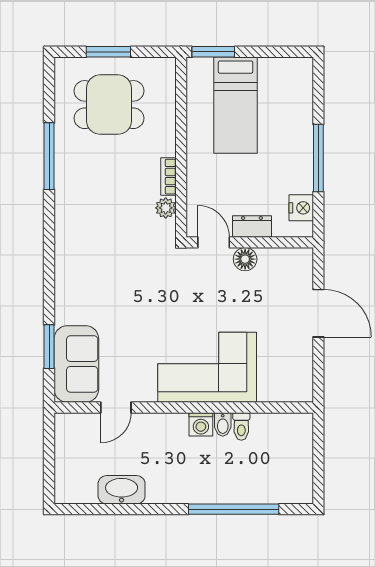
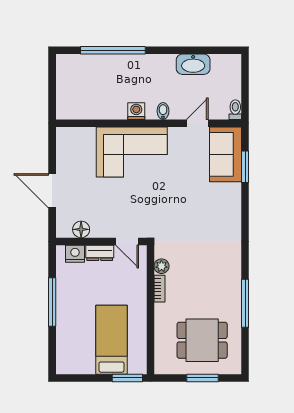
nightstand: (301, 208) -> (75, 254), moved, turned 90
floor lamp: (245, 259) -> (81, 229), moved
bidet: (223, 424) -> (163, 111), moved
toilet: (241, 426) -> (235, 110), moved

